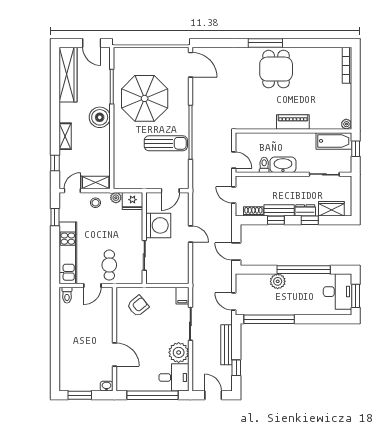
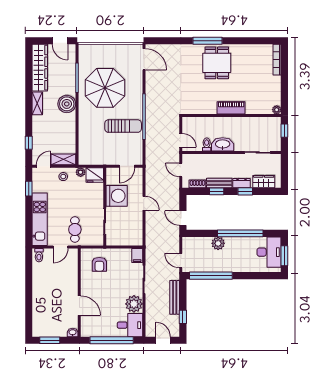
shelving: (65, 136) -> (37, 103), moved
bathtub: (334, 141) -> (266, 124), removed
armchair: (138, 306) -> (99, 264), turned 129

